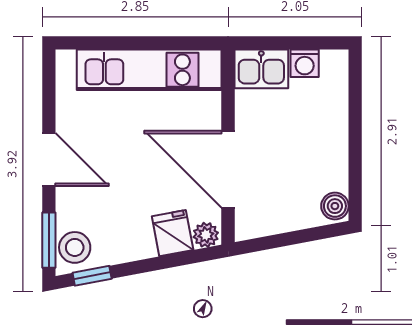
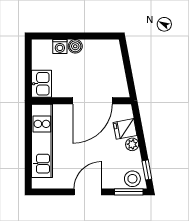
washing machine: (305, 63) -> (60, 46), moved, turned 90
boiler: (335, 206) -> (75, 46), moved
plant: (206, 235) -> (132, 144), moved

